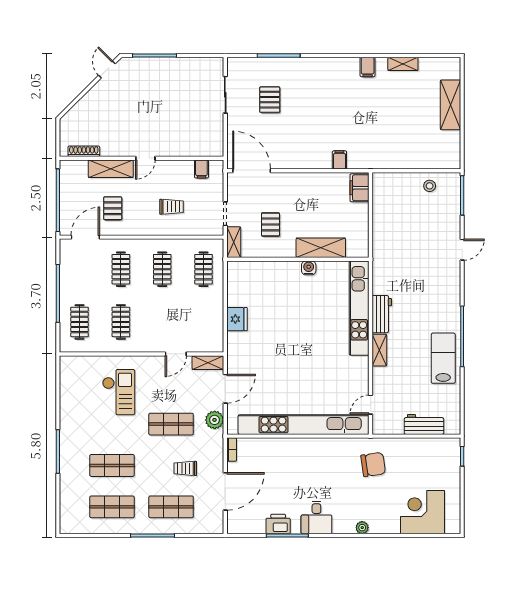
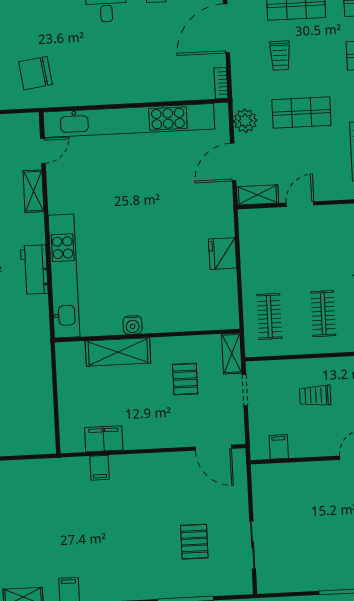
door: (252, 171) -> (213, 448), width x0.73
filing cabinet: (359, 188) -> (104, 439), moved, turned -90
shelving: (379, 350) -> (33, 191), moved
trolley: (185, 468) -> (280, 56), turned 90

